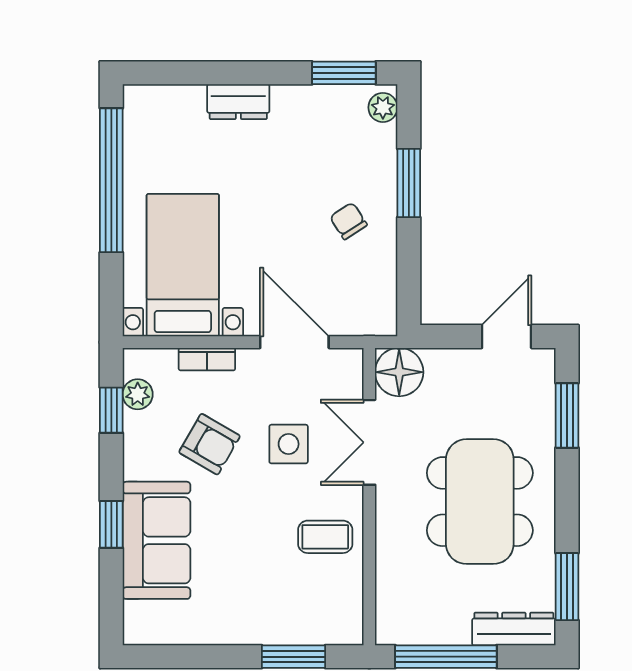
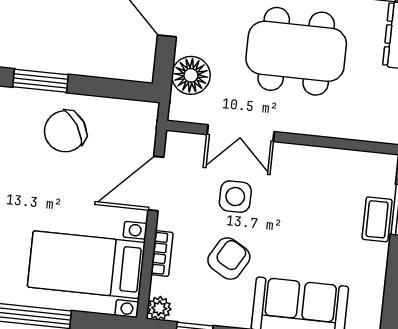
chair: (348, 221) -> (65, 131), width x1.87, depth x1.87
floor lamp: (399, 372) -> (191, 75), moved
plant: (138, 394) -> (159, 308), moved
coffee table: (325, 537) -> (377, 219), moved

